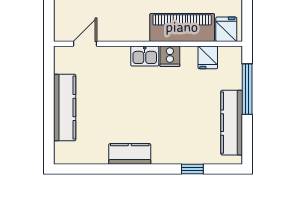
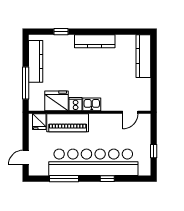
fridge: (208, 57) -> (57, 101), width x1.88, depth x1.34
kitchen counter: (65, 108) -> (143, 56), moved
kitchen counter: (130, 154) -> (95, 41), width x1.50

